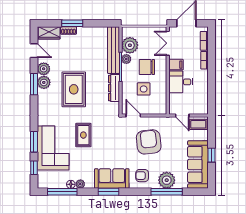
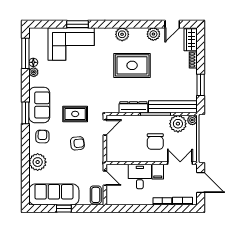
window: (72, 23) -> (201, 85), moved
plant: (126, 59) -> (192, 120), moved
chair: (147, 67) -> (155, 141), turned 180
plant: (44, 82) -> (122, 34), moved
window: (34, 84) -> (137, 24), removed
side table: (144, 89) -> (132, 138), removed
door: (182, 115) -> (105, 178), swing flipped
rug: (83, 135) -> (75, 114), moved
armchair: (149, 142) -> (77, 143), width x0.53, depth x0.53
window: (34, 168) -> (51, 24), removed
window: (108, 192) -> (25, 113), moved
window: (167, 192) -> (25, 162), removed

